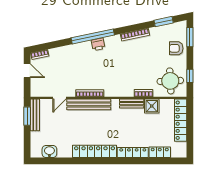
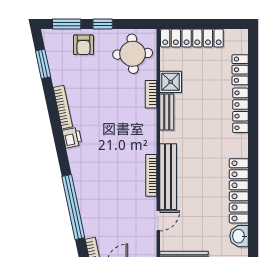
window: (93, 36) -> (73, 207), moved
printer: (98, 44) -> (72, 138), moved
window: (190, 76) -> (103, 24), moved
door: (59, 98) -> (158, 221), hinge flipped
locker: (95, 151) -> (239, 191), moved

